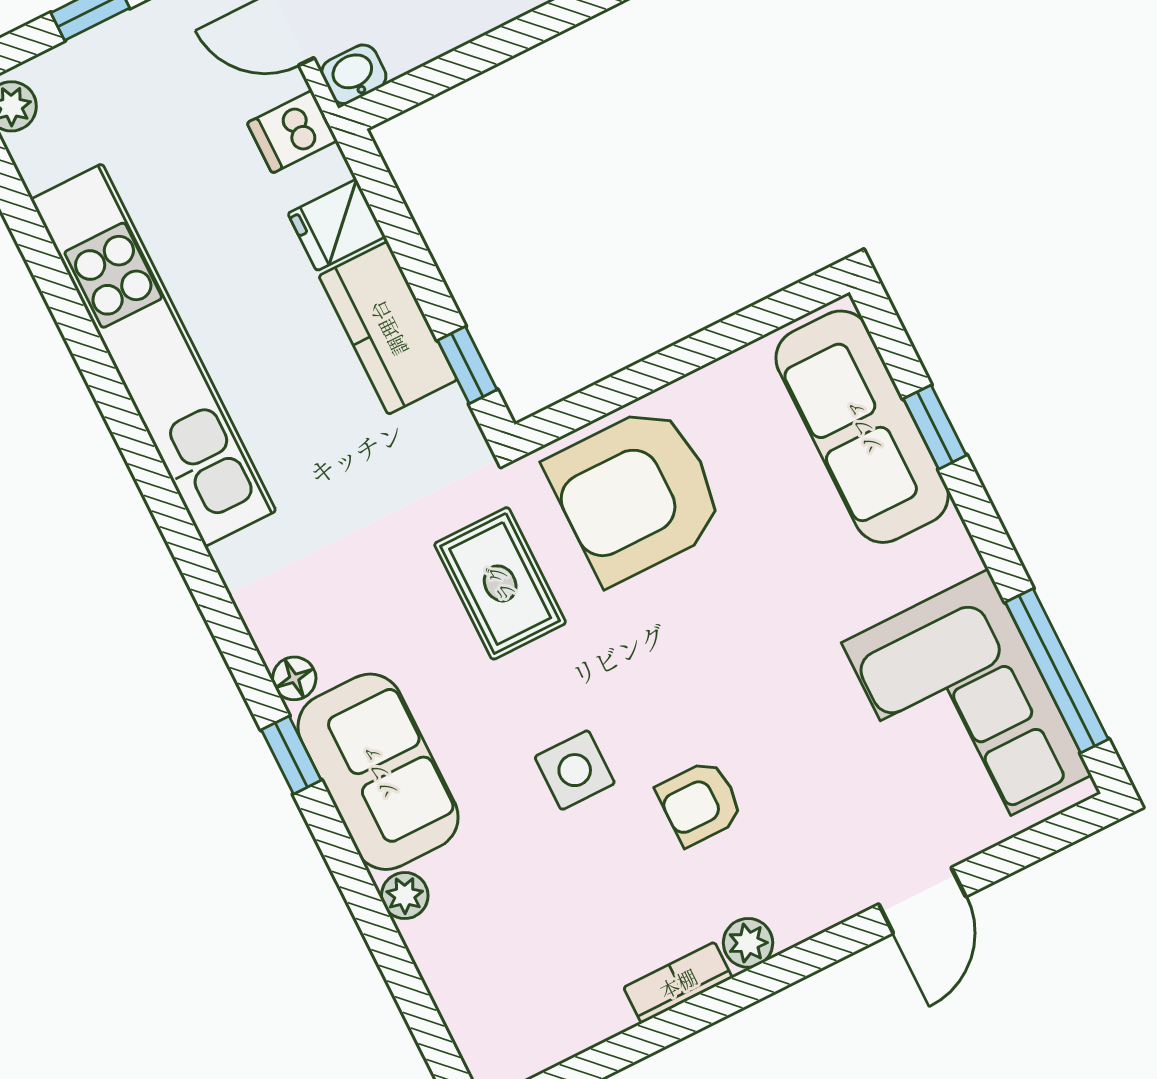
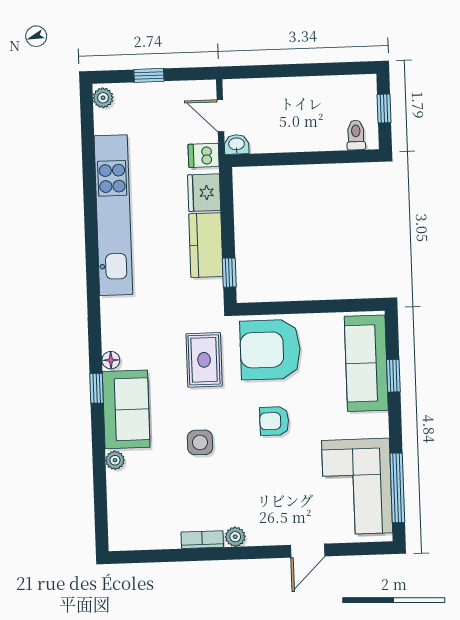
fridge: (337, 225) -> (204, 193), width x1.38
armchair: (700, 803) -> (274, 421), moved

